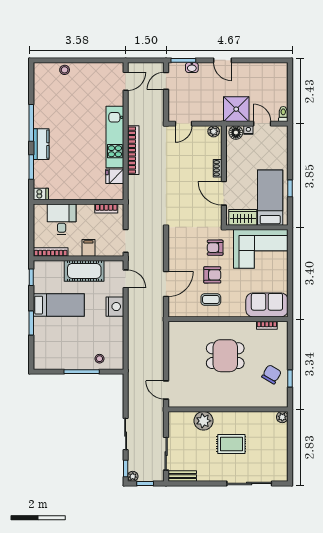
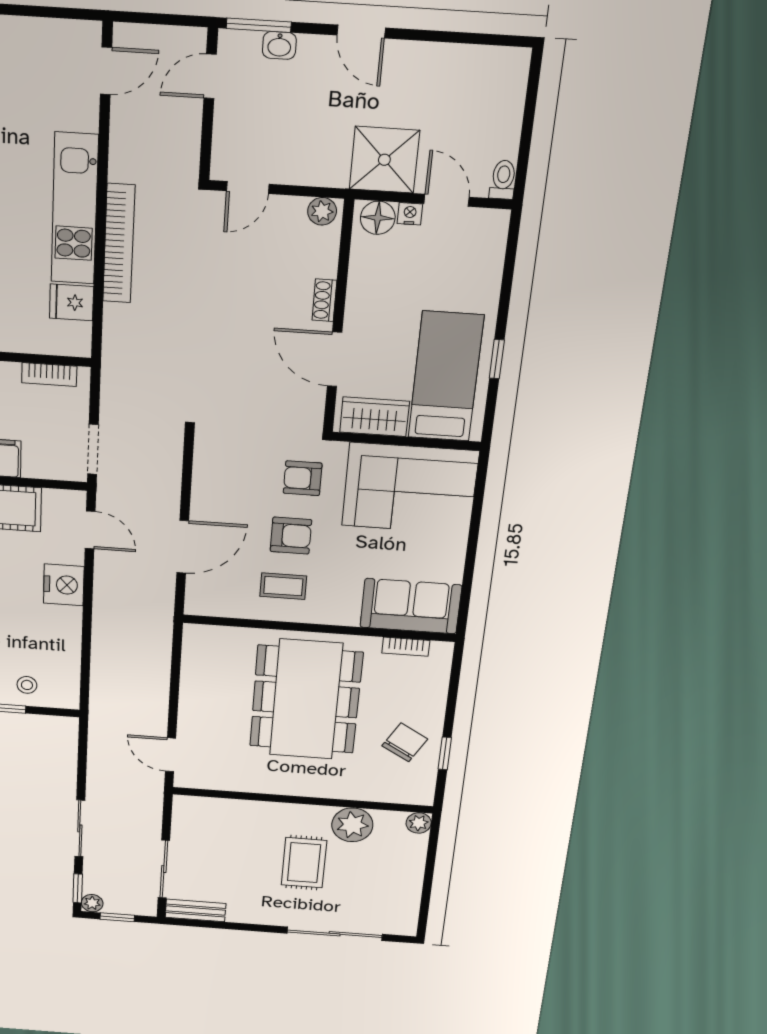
dining table: (225, 356) -> (306, 699), width x1.88, depth x1.24
plant: (204, 421) -> (352, 825), moved
rug: (231, 444) -> (304, 863), turned 90

